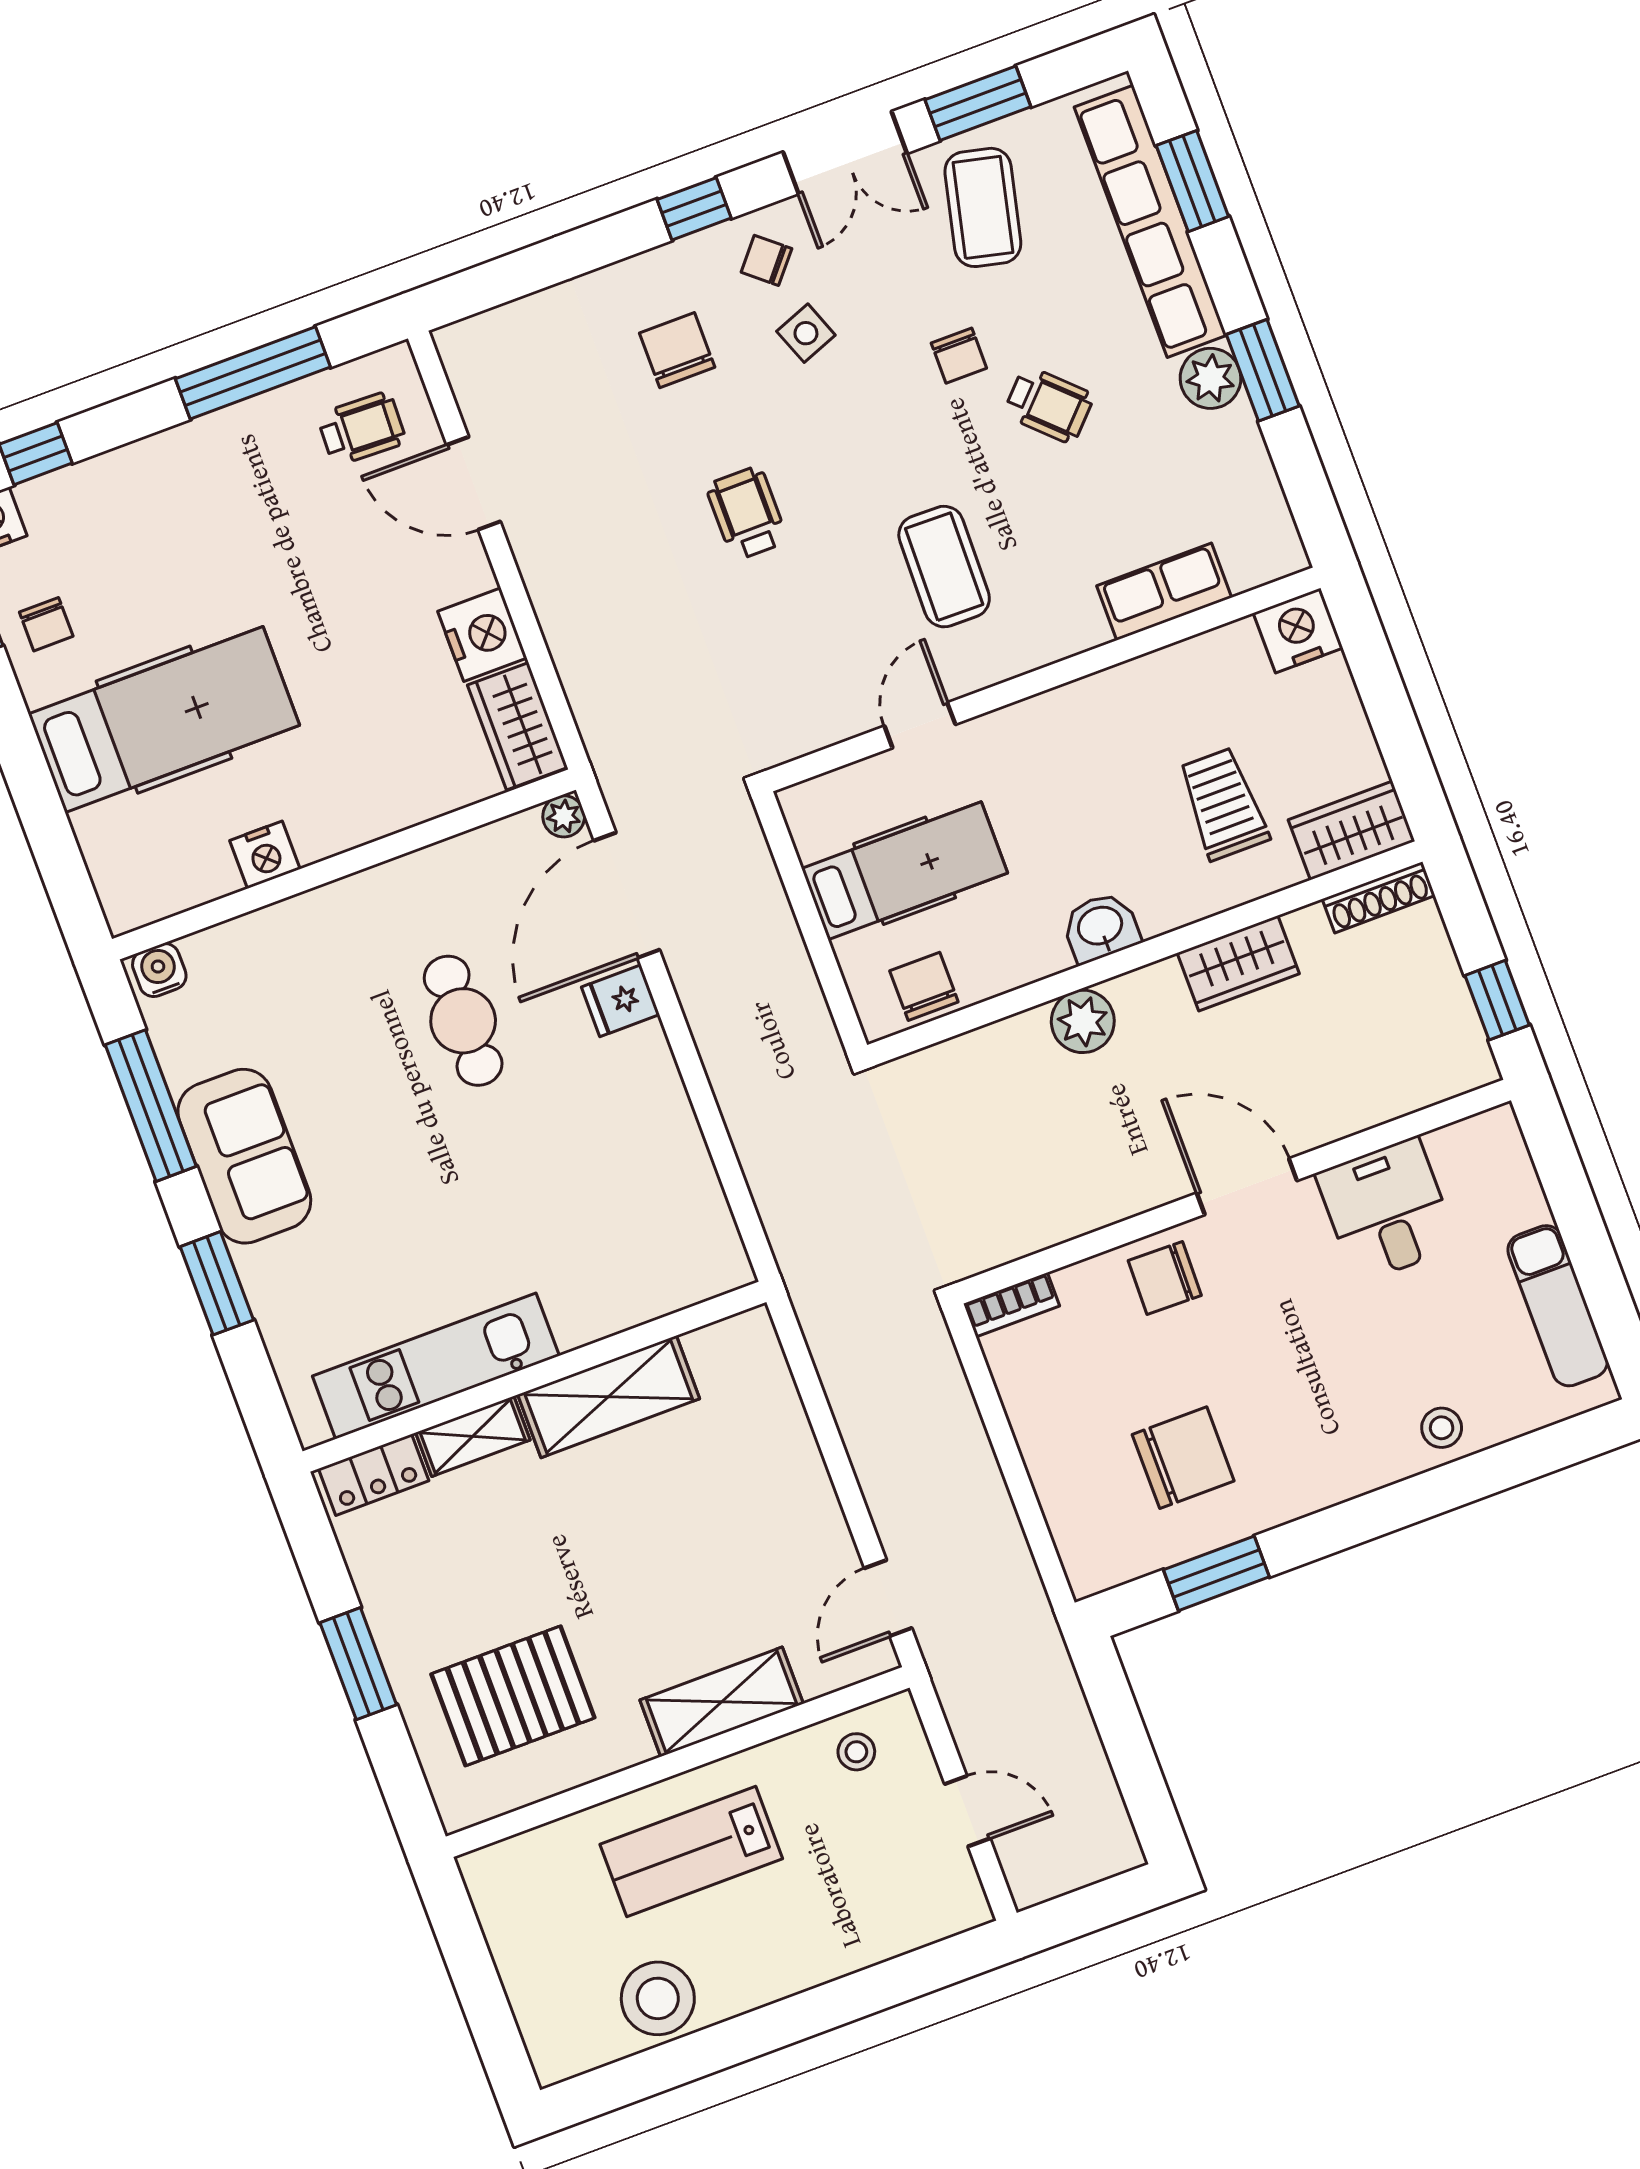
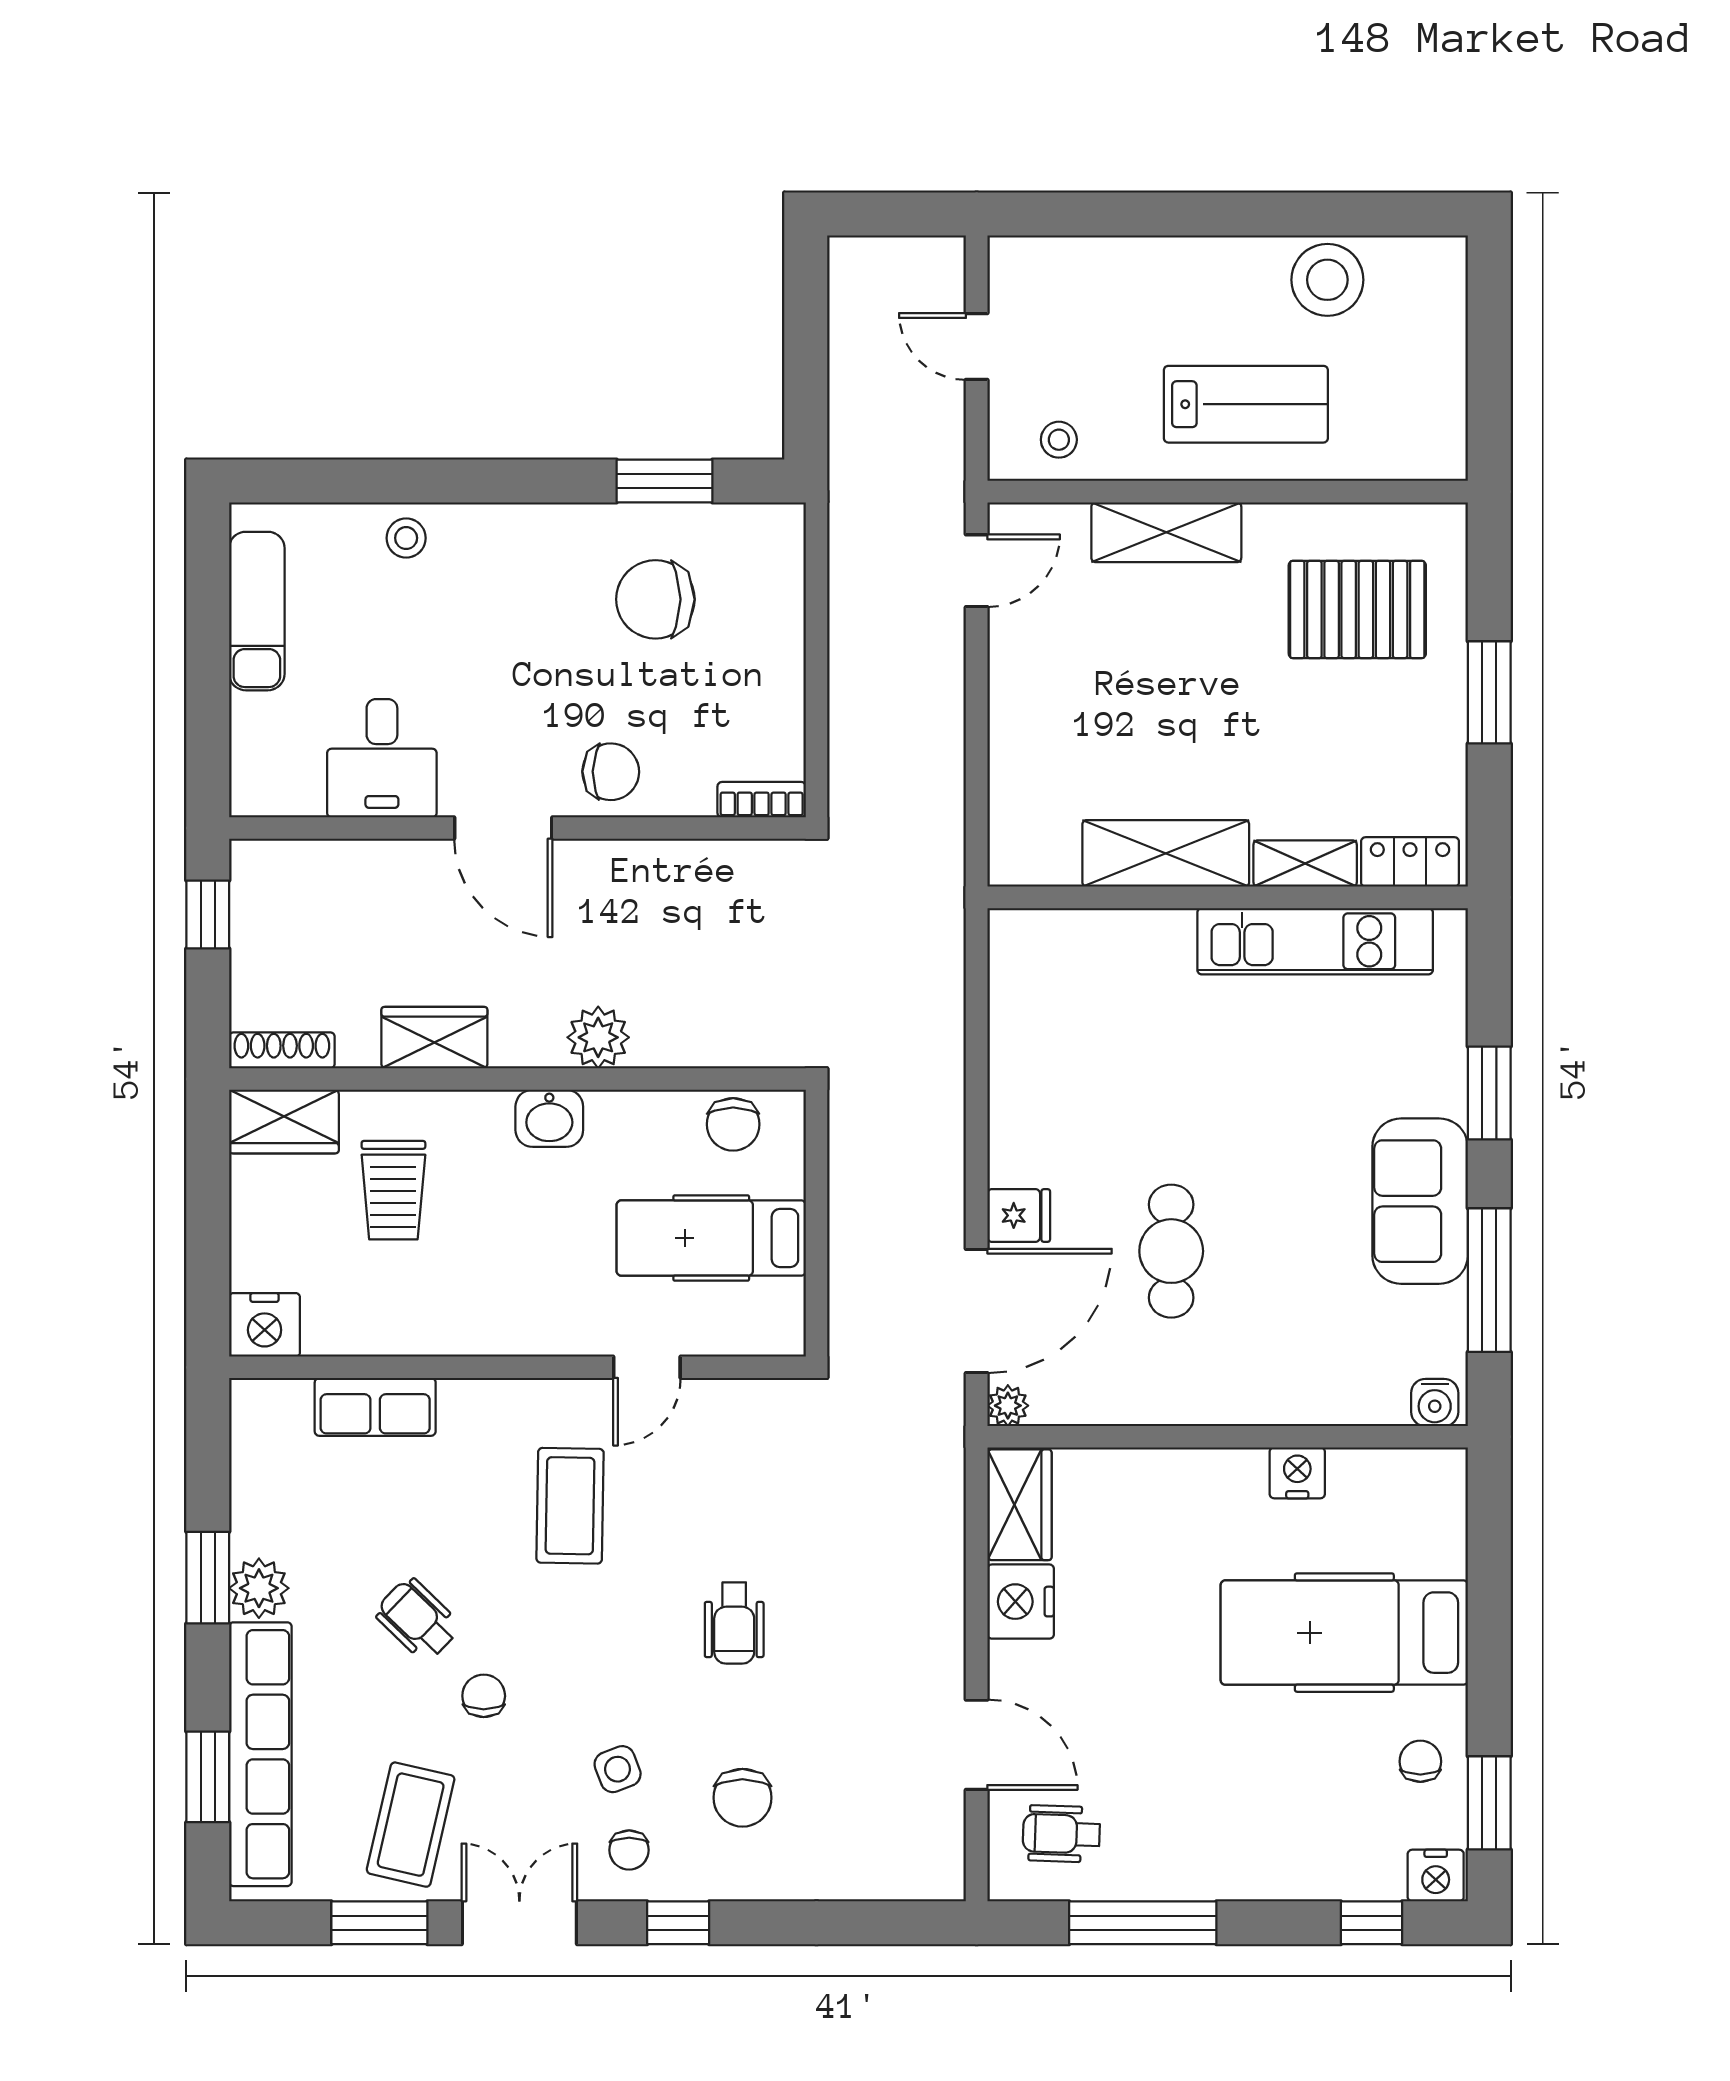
chair: (766, 260) -> (629, 1850), turned 50

